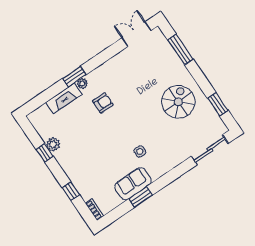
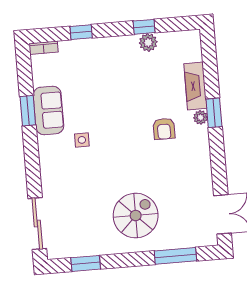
spiral stairs: (178, 102) -> (136, 216), moved, turned -90

